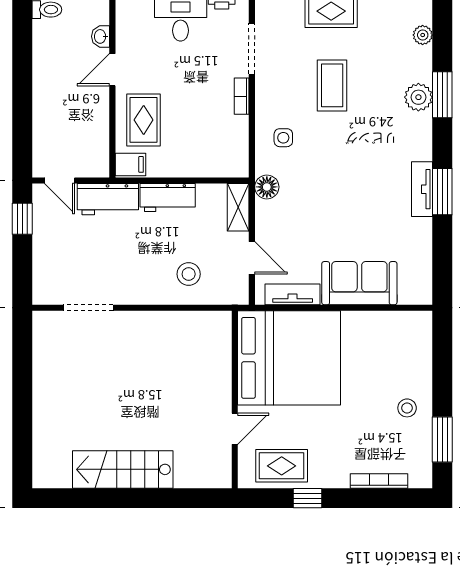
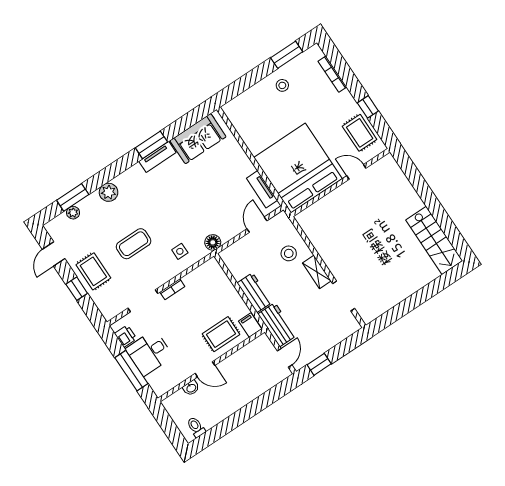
window: (442, 95) -> (73, 197), moved
shelving: (238, 207) -> (317, 272), moved, turned 90
sofa: (359, 283) -> (198, 139), moved, turned -90
stairs: (123, 469) -> (434, 240), moved

